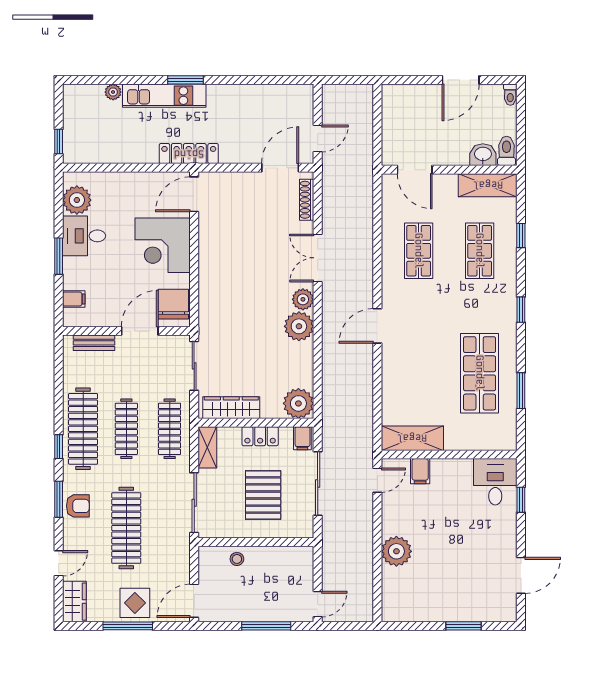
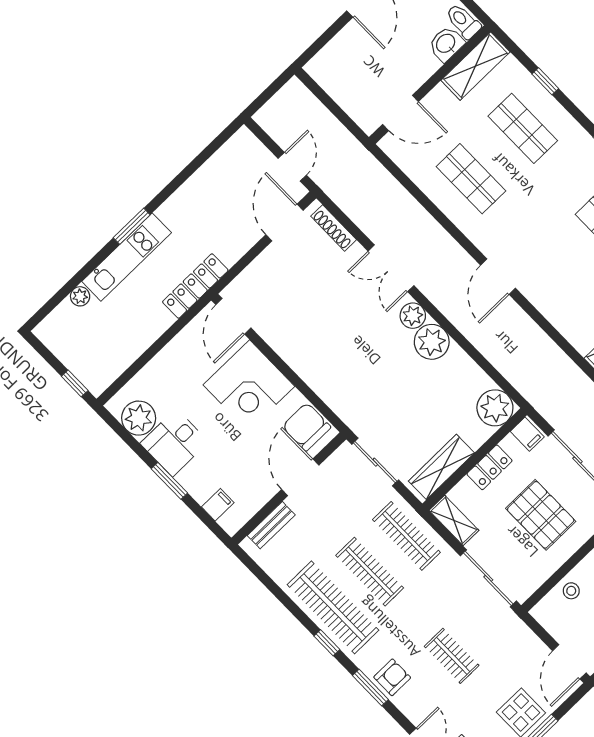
clothes rail: (126, 528) -> (452, 656), width x0.54, depth x0.76

